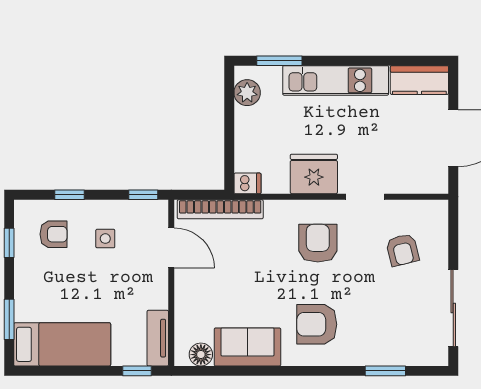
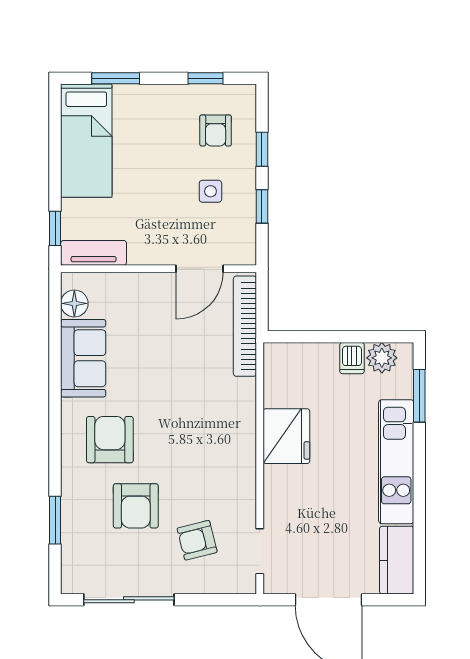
dishwasher: (247, 183) -> (352, 358), moved
window: (143, 195) -> (262, 206), moved
doorway: (365, 197) -> (260, 551), moved
armchair: (318, 243) -> (136, 506), moved, turned 90

